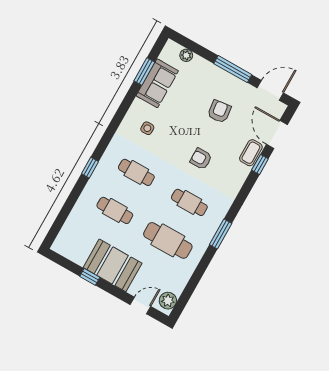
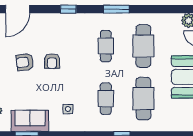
coffee table: (251, 153) -> (42, 21), removed
armchair: (201, 159) -> (52, 61), moved
window: (260, 164) -> (68, 9), moved
cafe table: (115, 210) -> (143, 99), width x1.37, depth x1.35

